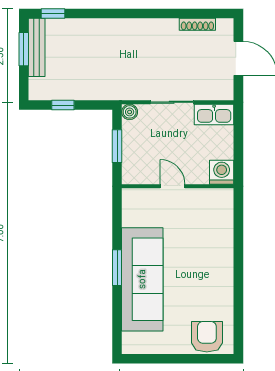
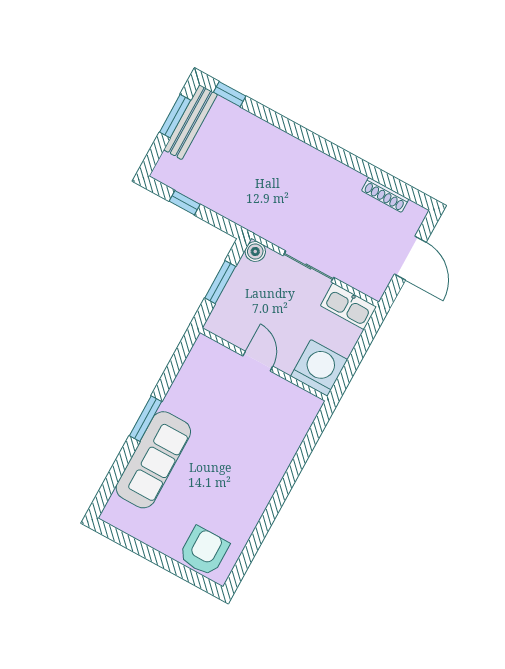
washing machine: (222, 172) -> (319, 368), width x1.37, depth x1.37
sofa: (142, 279) -> (153, 460), width x0.74, depth x0.79

